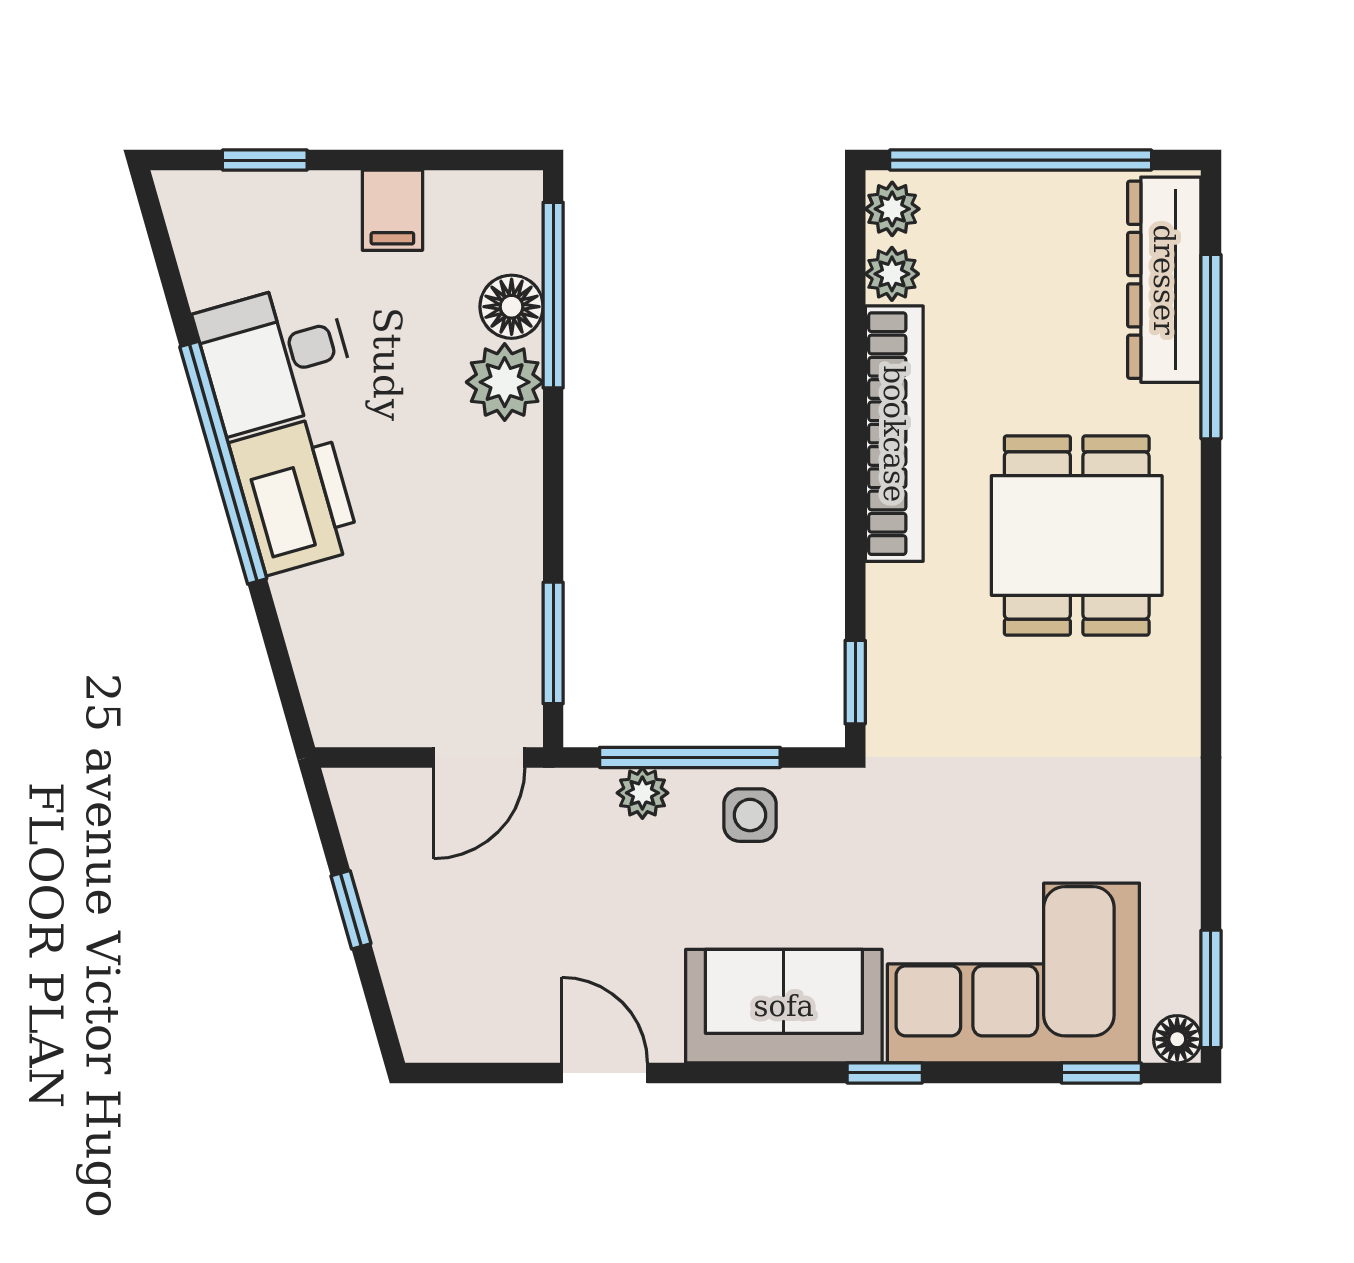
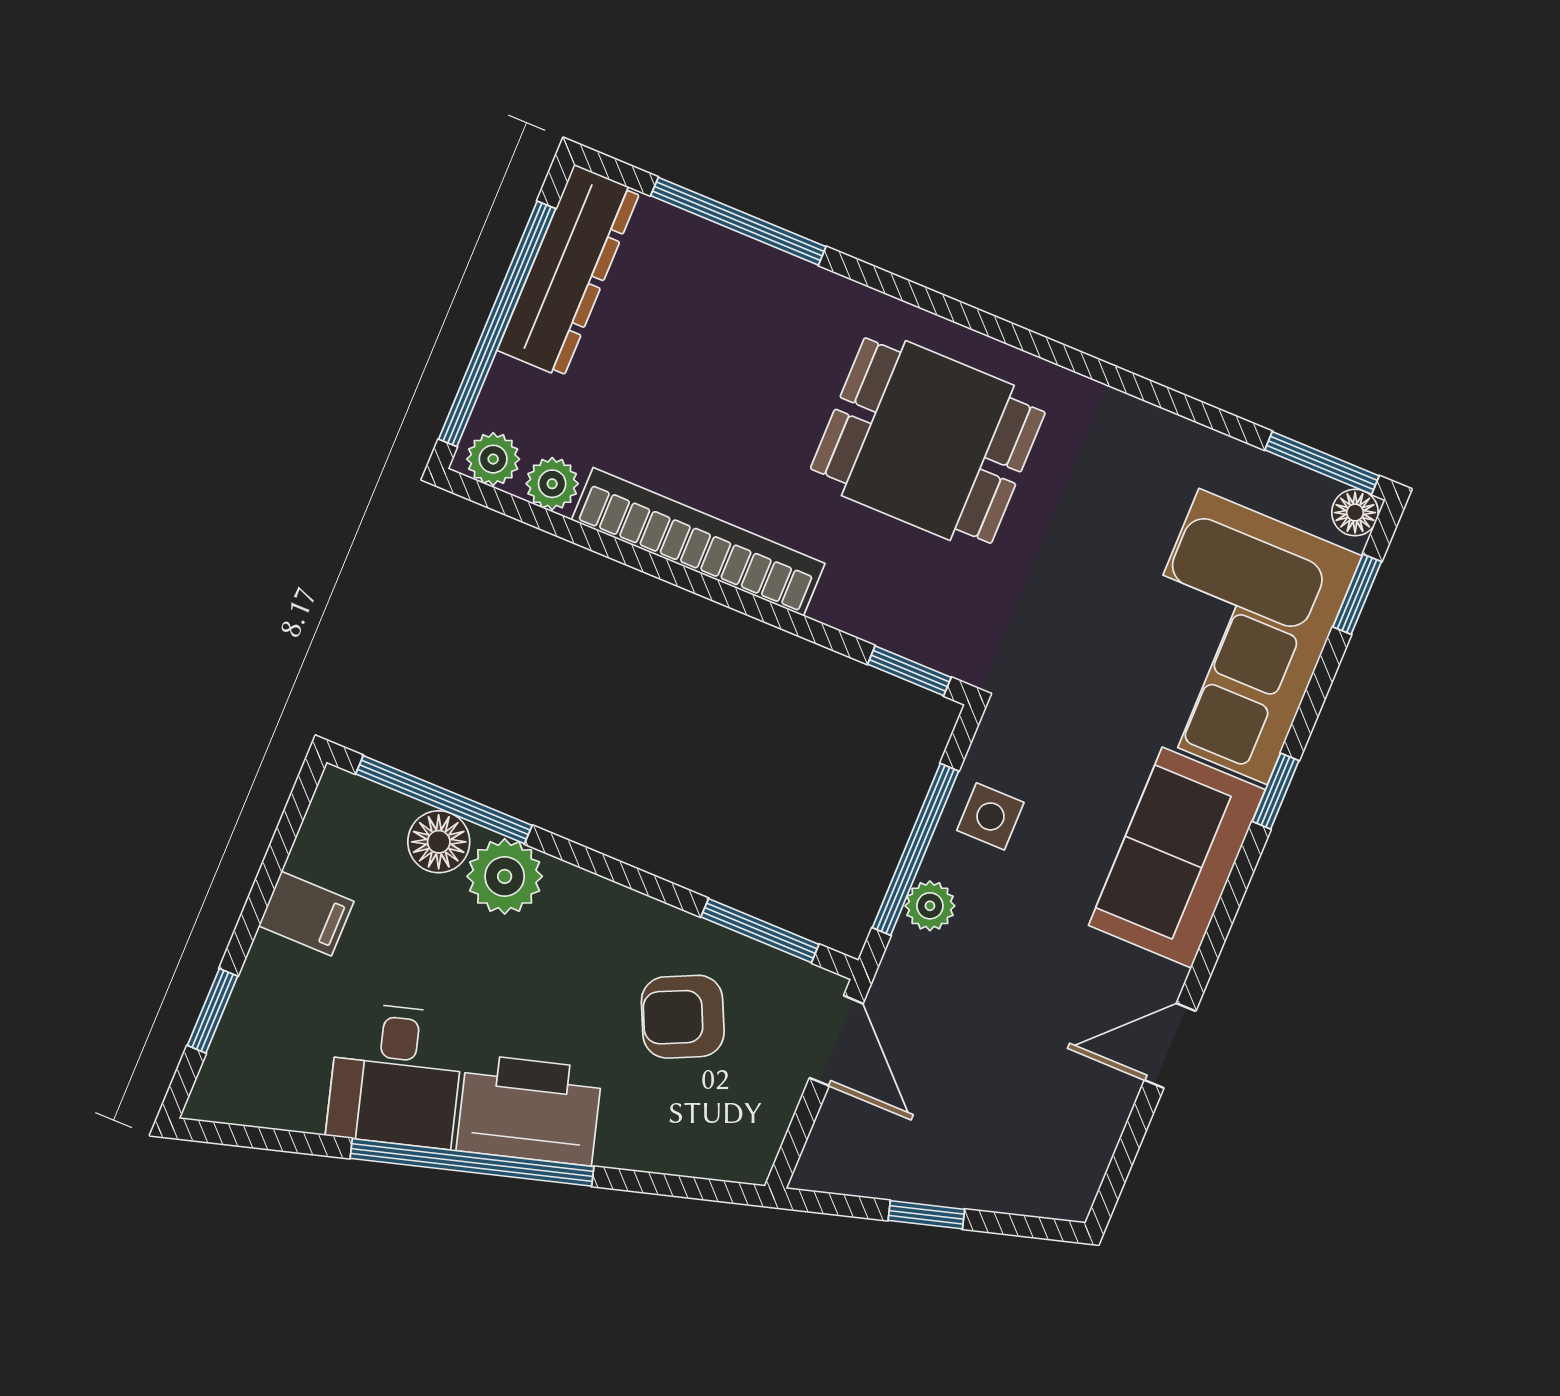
dresser: (1164, 280) -> (569, 271), moved, turned -90
dining table: (1077, 535) -> (928, 441), moved
armchair: (442, 604) -> (683, 1017), added

